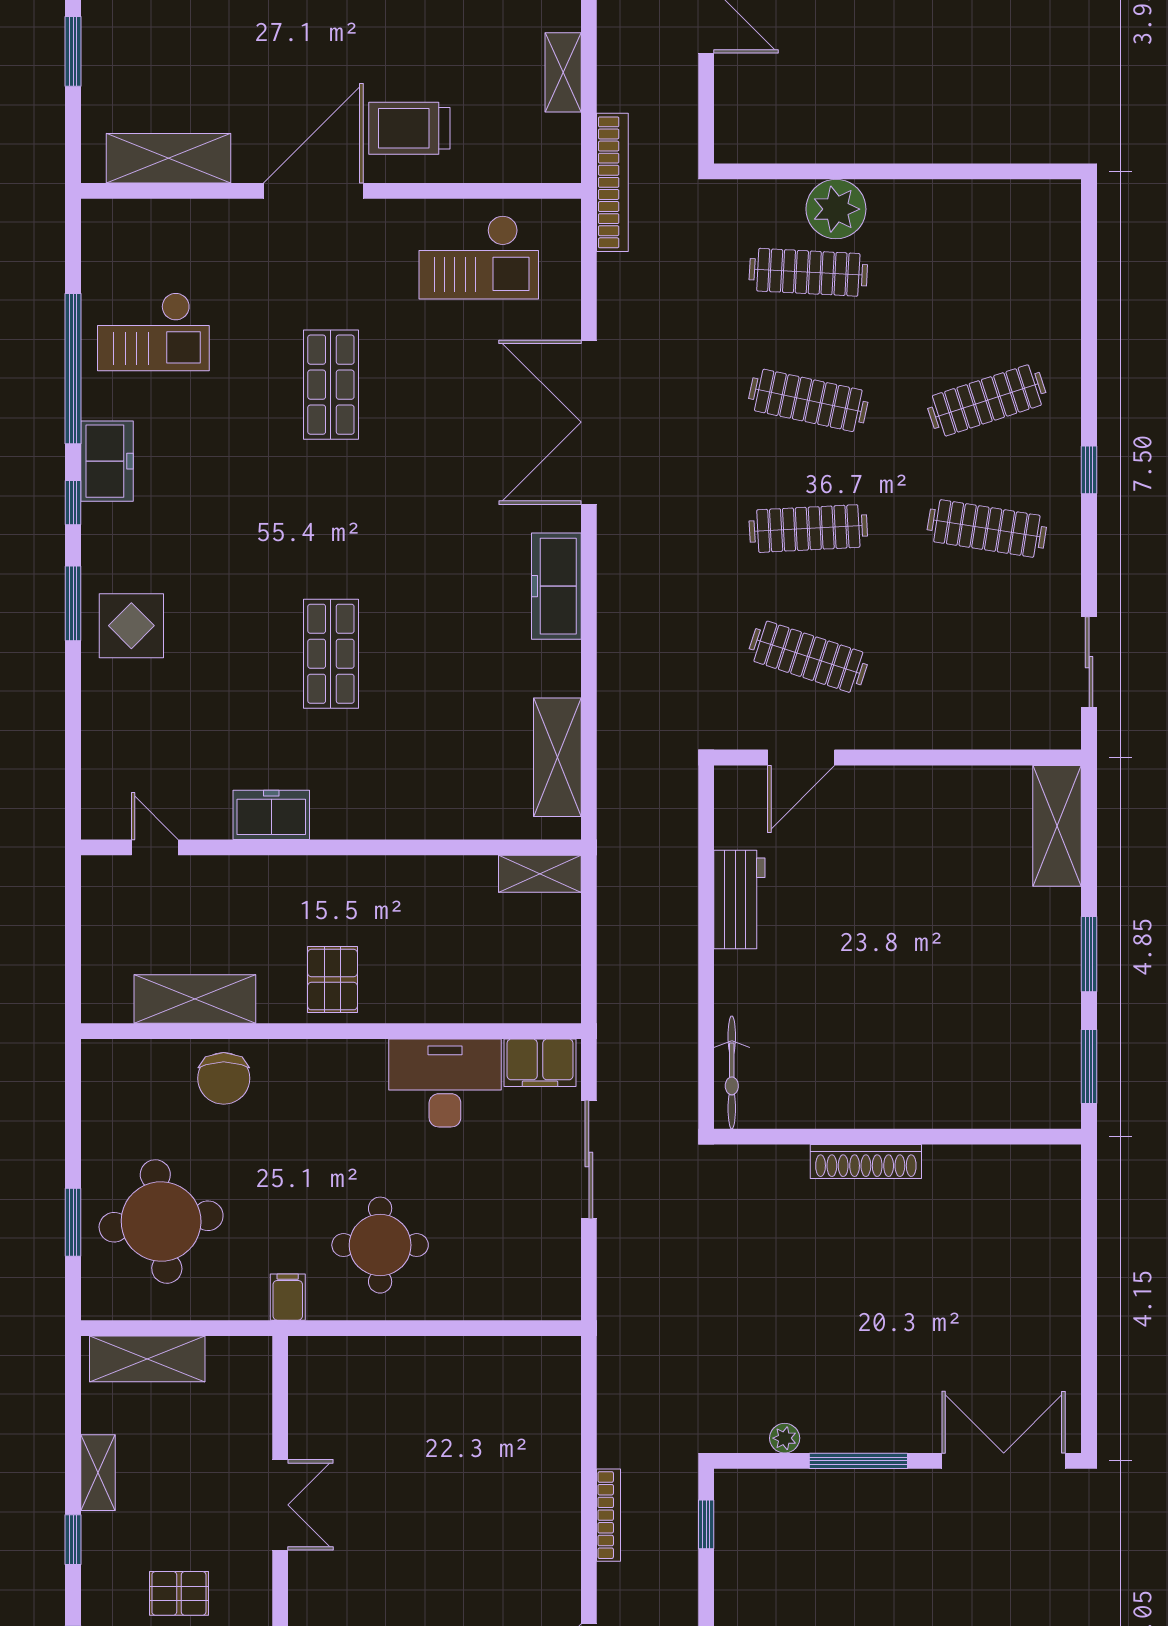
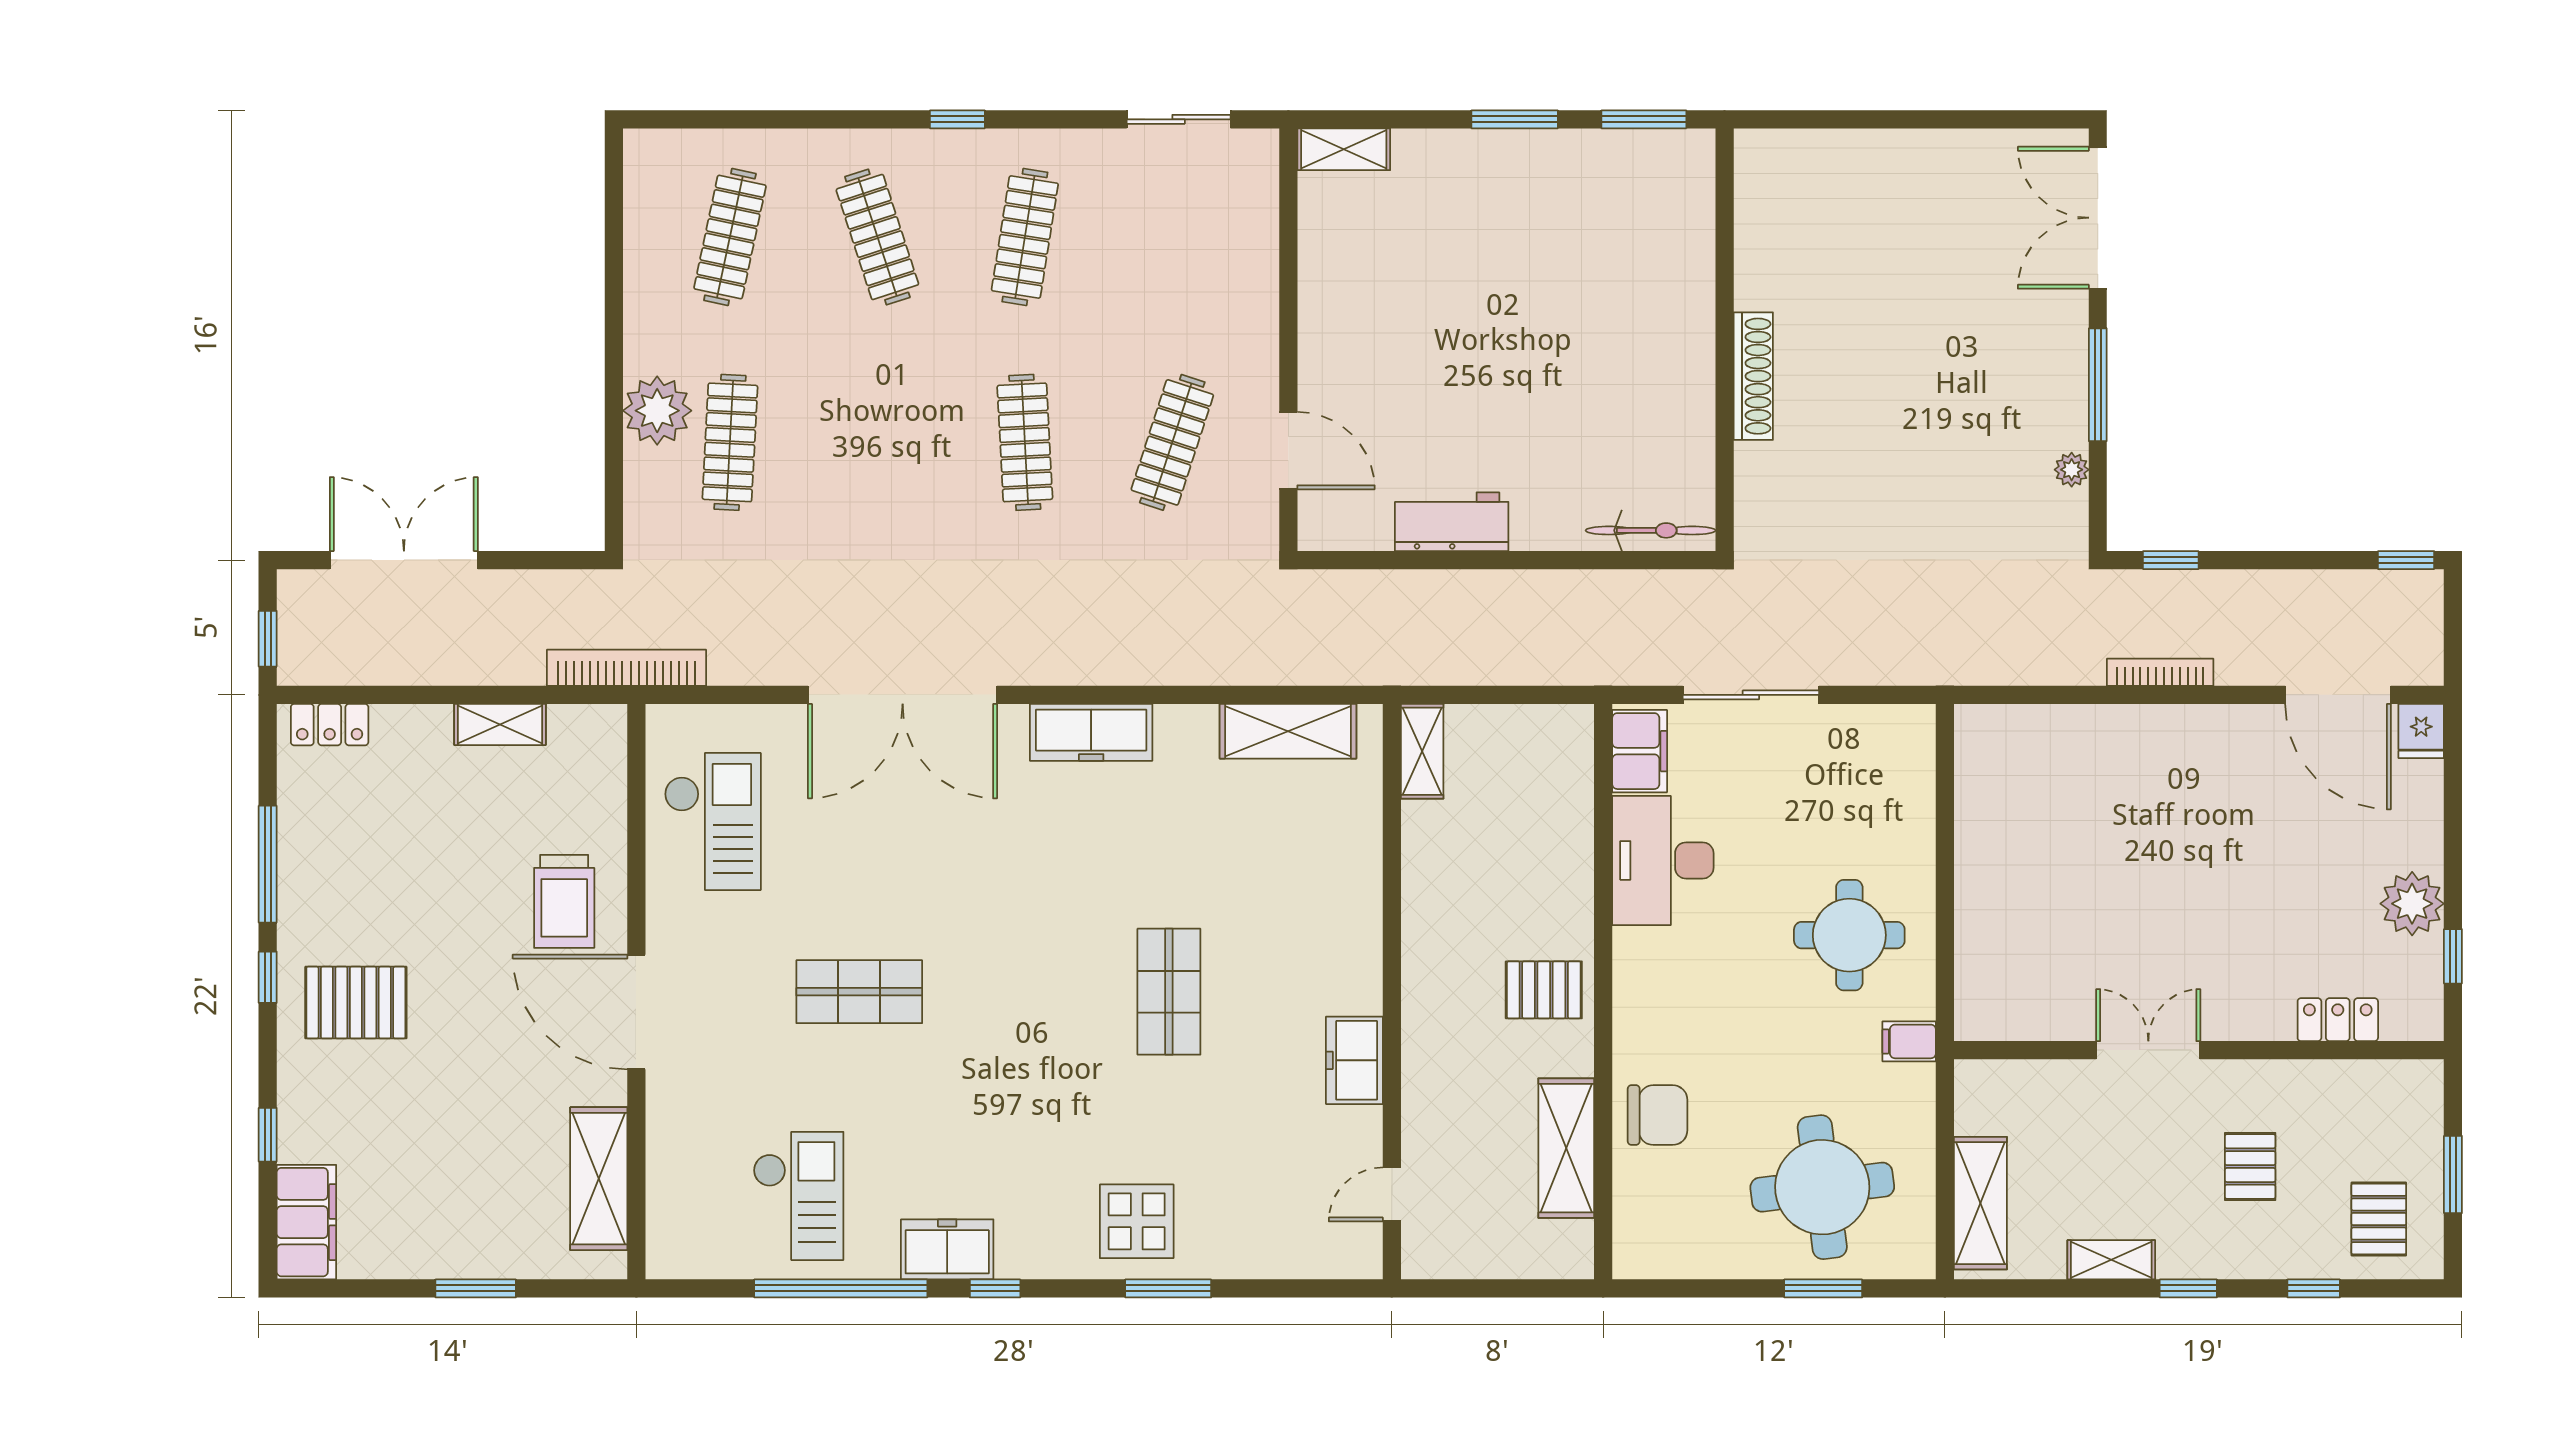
clothes rail: (808, 400) -> (730, 237), moved
window: (73, 603) -> (1168, 1288), moved
shop shelf: (331, 654) -> (1169, 992), turned 90
shelving: (1057, 826) -> (1344, 149), width x0.67, depth x0.75

